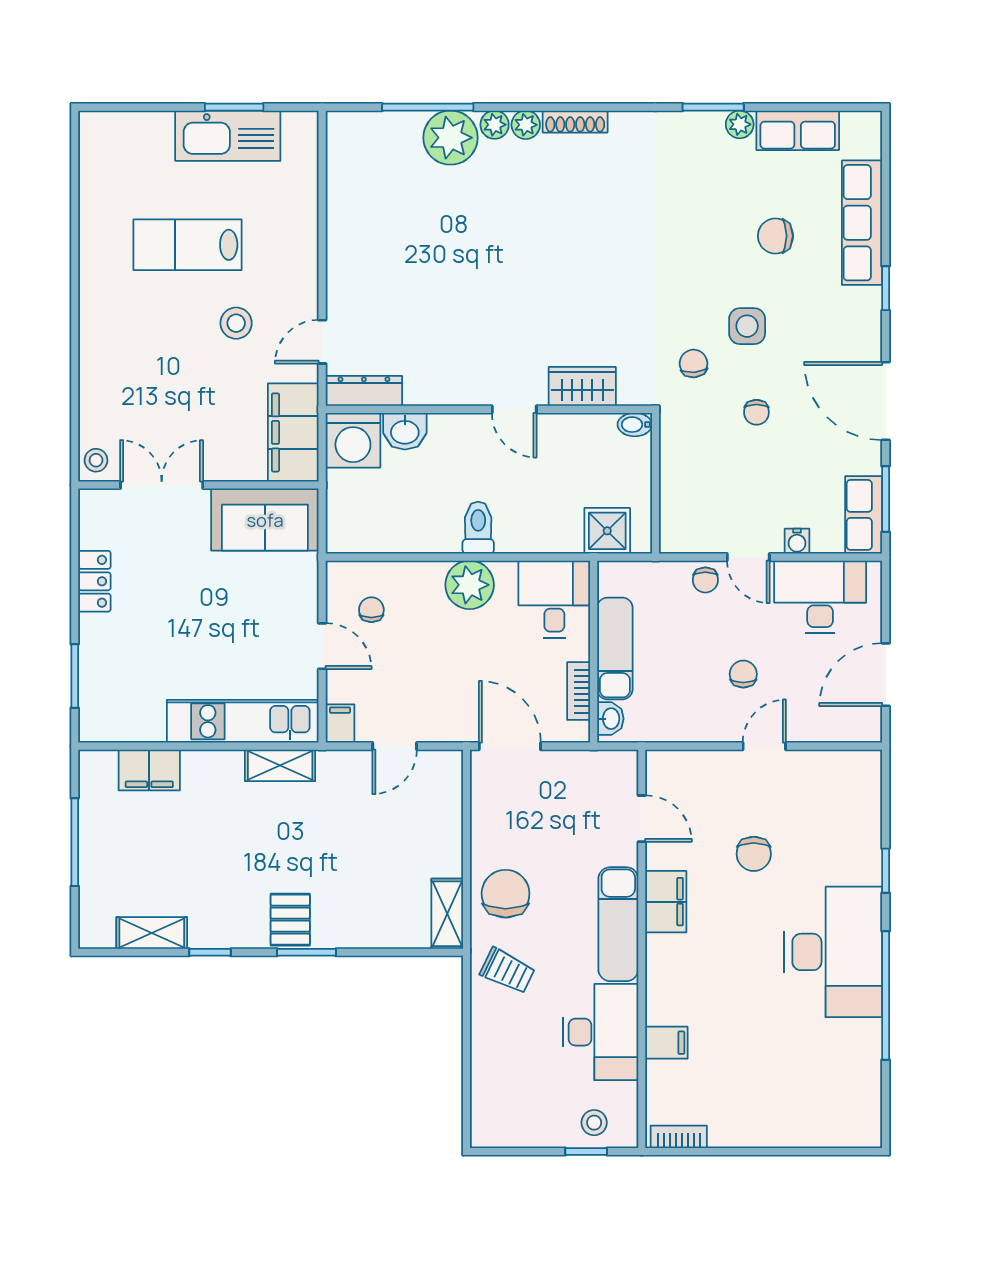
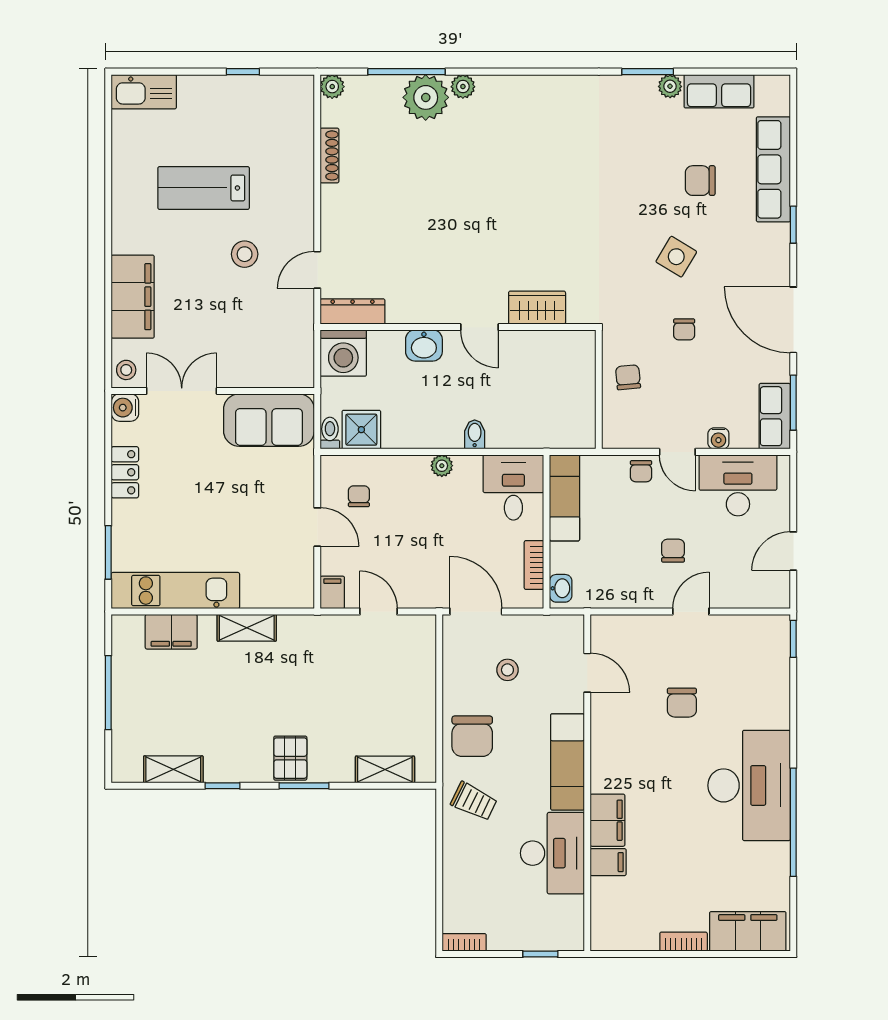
window: (234, 107) -> (243, 72), width x0.67
shoe rack: (575, 122) -> (330, 155), moved, turned -90
plant: (526, 125) -> (332, 87), moved
kitchen sink: (228, 136) -> (144, 92), moved, width x0.73, depth x0.81
side table: (747, 326) -> (676, 257), turned 31
chair: (694, 363) -> (628, 377), moved
bidet: (635, 425) -> (475, 434), moved, turned 90
washbasin: (405, 431) -> (424, 345), moved
filing cabinet: (293, 432) -> (133, 297), moved, turned 180
water cooler: (95, 505) -> (125, 408), added
toilet: (478, 528) -> (330, 433), moved, width x0.73, depth x0.72
shower: (607, 531) -> (361, 430), moved
plant: (470, 585) -> (442, 466), width x0.53, depth x0.53
exam couch: (615, 649) -> (565, 498), moved
door: (886, 675) -> (793, 551), width x0.73
kitchen unit: (243, 721) -> (175, 591), moved
door: (395, 746) -> (378, 612), swing flipped
shelving: (280, 765) -> (247, 628), moved
window: (886, 871) -> (793, 639), moved
chair: (506, 894) -> (472, 736), turned 180
filing cabinet: (666, 902) -> (608, 820), moved
shelving: (447, 914) -> (385, 769), moved, turned 90
stool: (594, 1123) -> (507, 670), moved
filing cabinet: (832, 1125) -> (748, 931), added
bookcase: (679, 1137) -> (684, 942), moved
bookcase: (496, 1138) -> (464, 942), added

